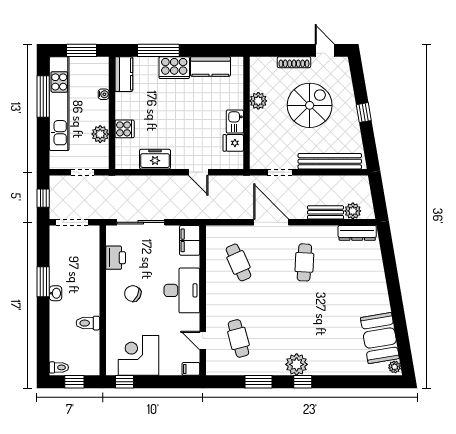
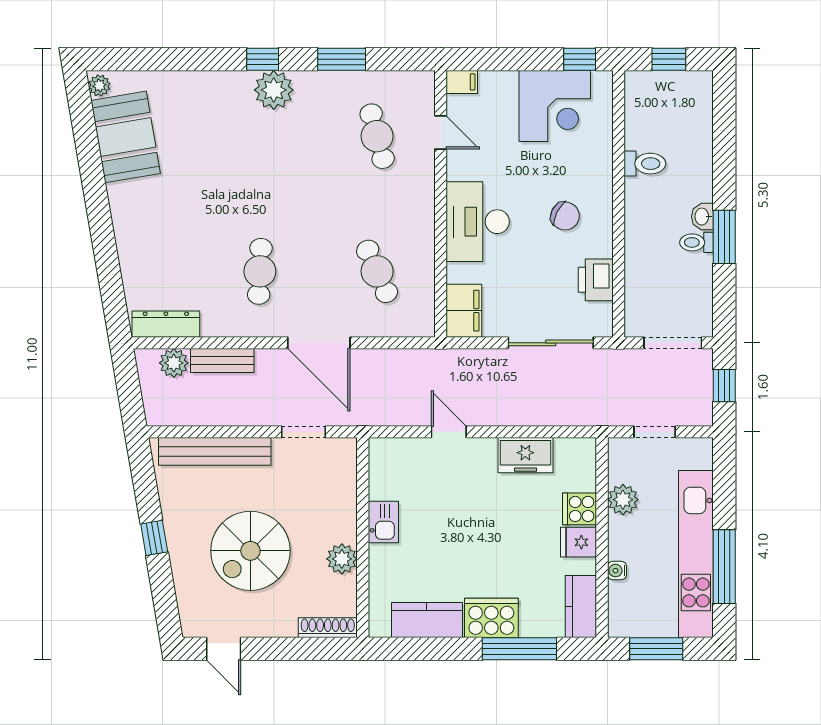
shoe rack: (294, 62) -> (328, 628), moved
fridge: (233, 143) -> (578, 542), moved, turned 180
toilet: (59, 367) -> (697, 242), moved

